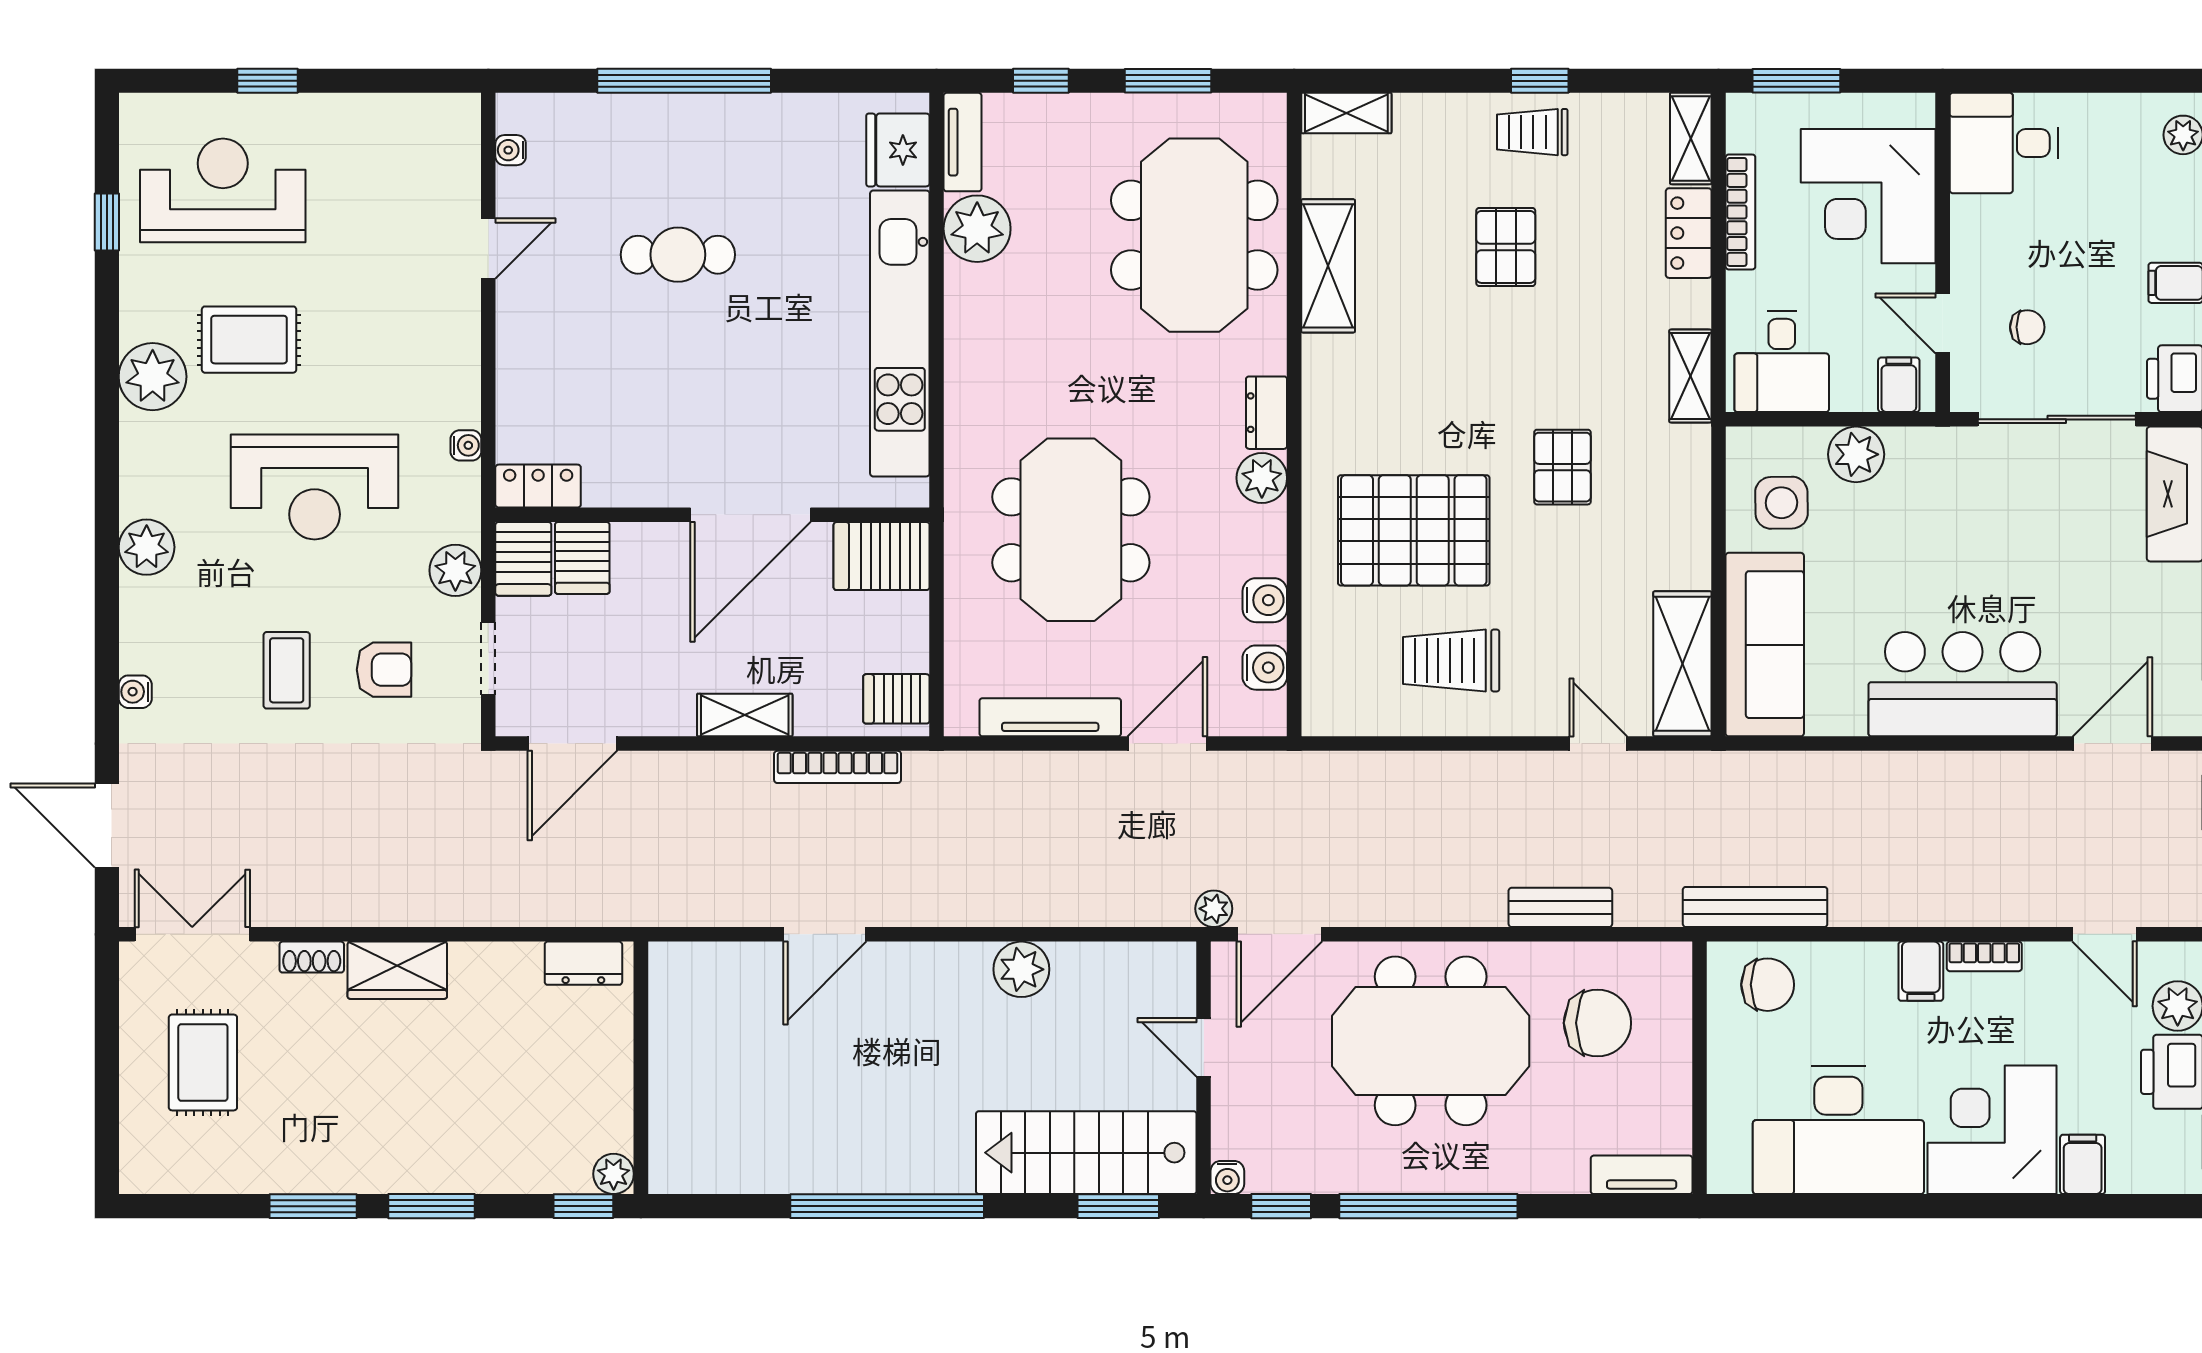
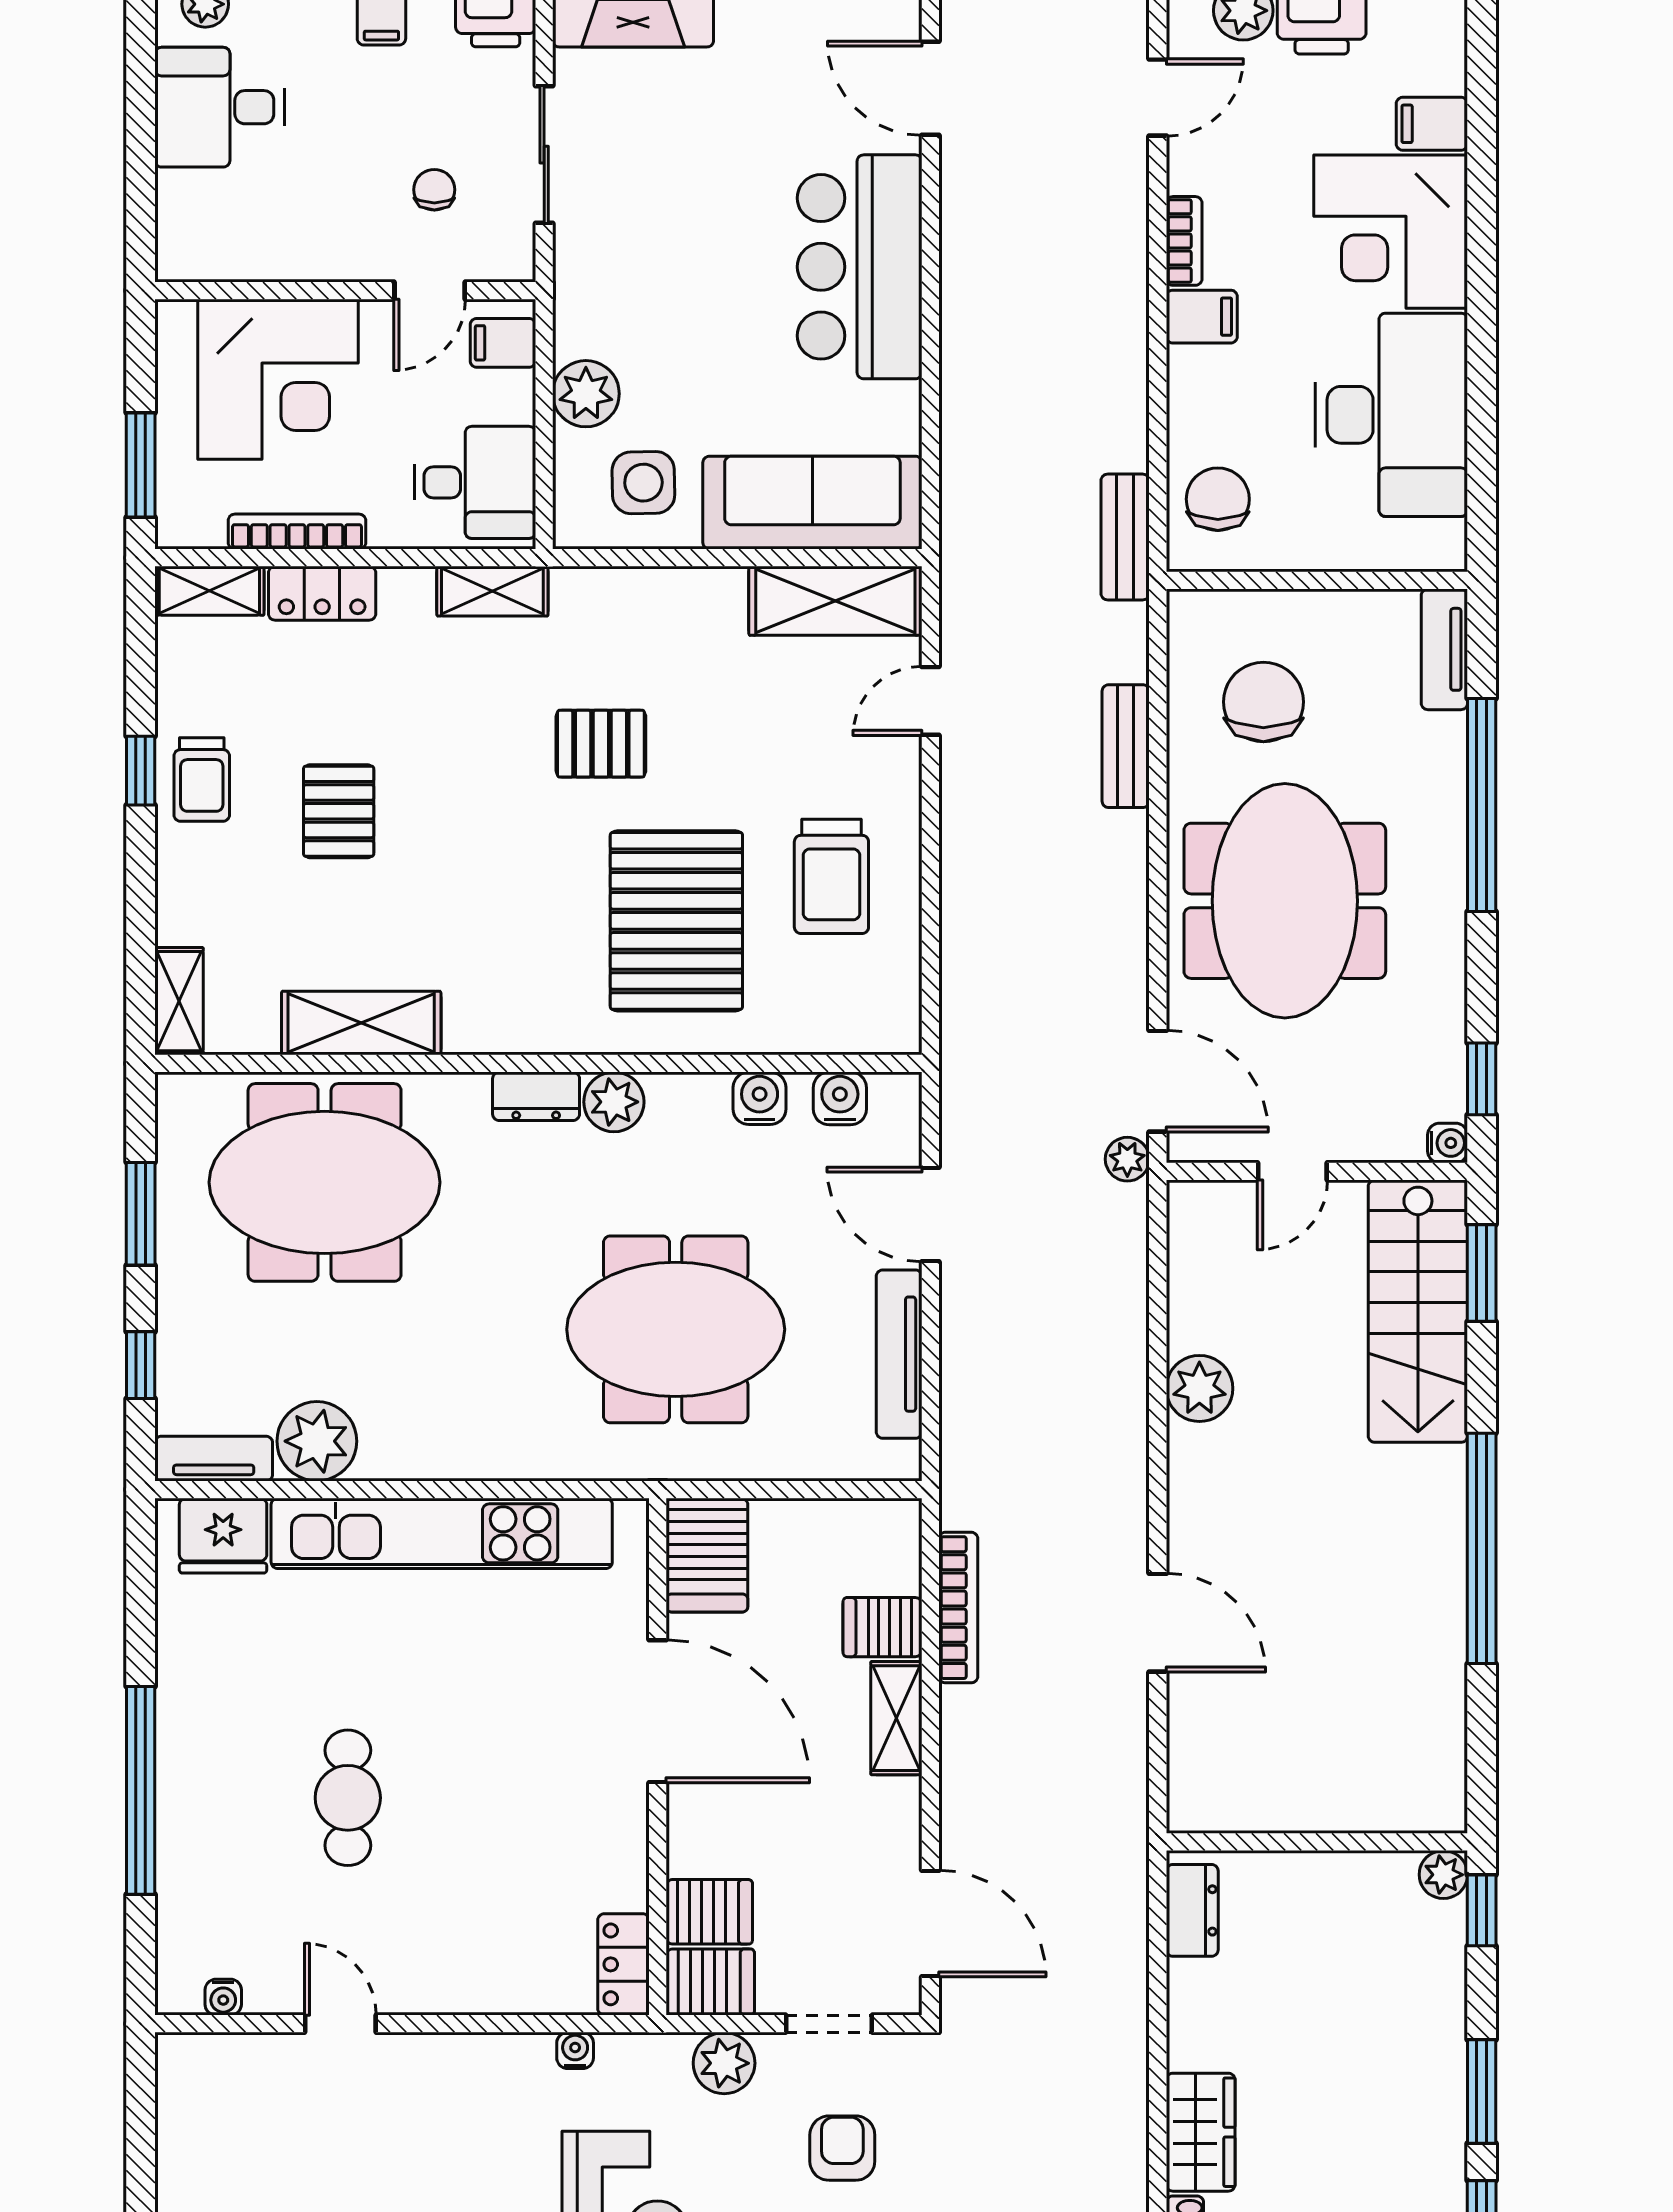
desk: (2004, 143) -> (219, 107), moved, turned 90
pallet: (1506, 247) -> (339, 811), turned 90
sliding door: (2057, 419) -> (544, 155), width x0.73
server rack: (896, 699) -> (883, 1627), moved, turned 90
bench: (1755, 907) -> (1125, 537), width x0.73
window: (1428, 1206) -> (1482, 805), moved

